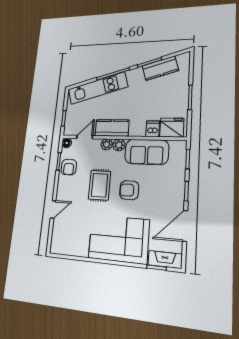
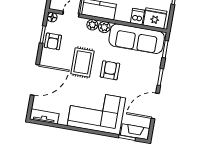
sofa: (147, 152) -> (137, 39), width x1.36
armchair: (129, 190) -> (110, 70), turned 90
door: (53, 209) -> (35, 80), width x1.87
tv unit: (64, 249) -> (44, 116), added

